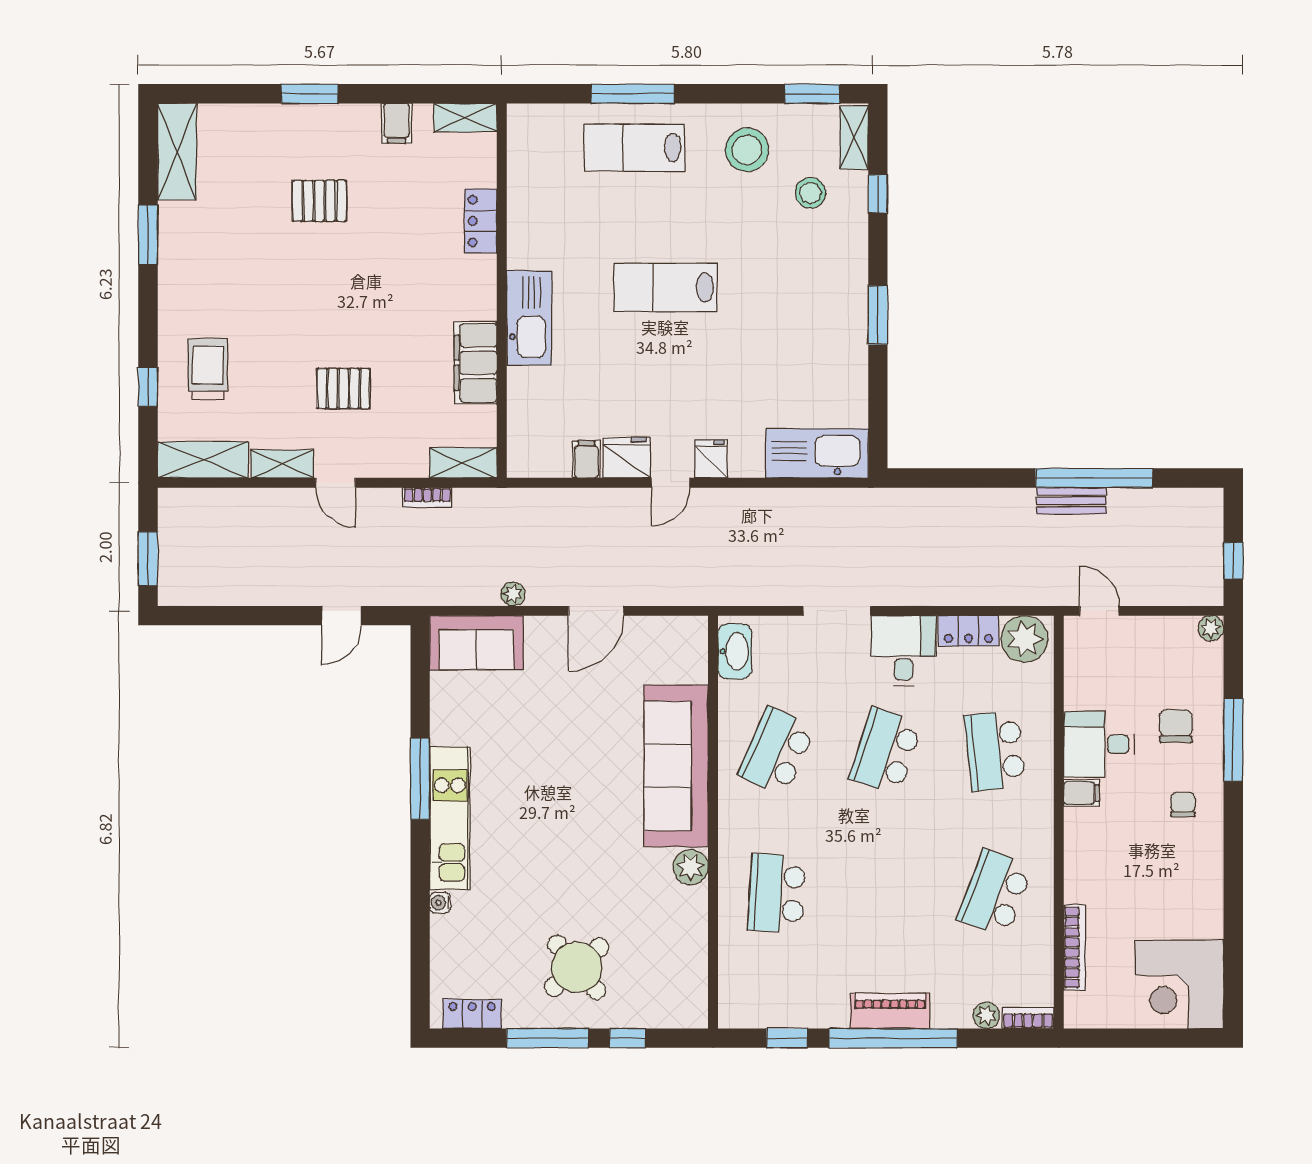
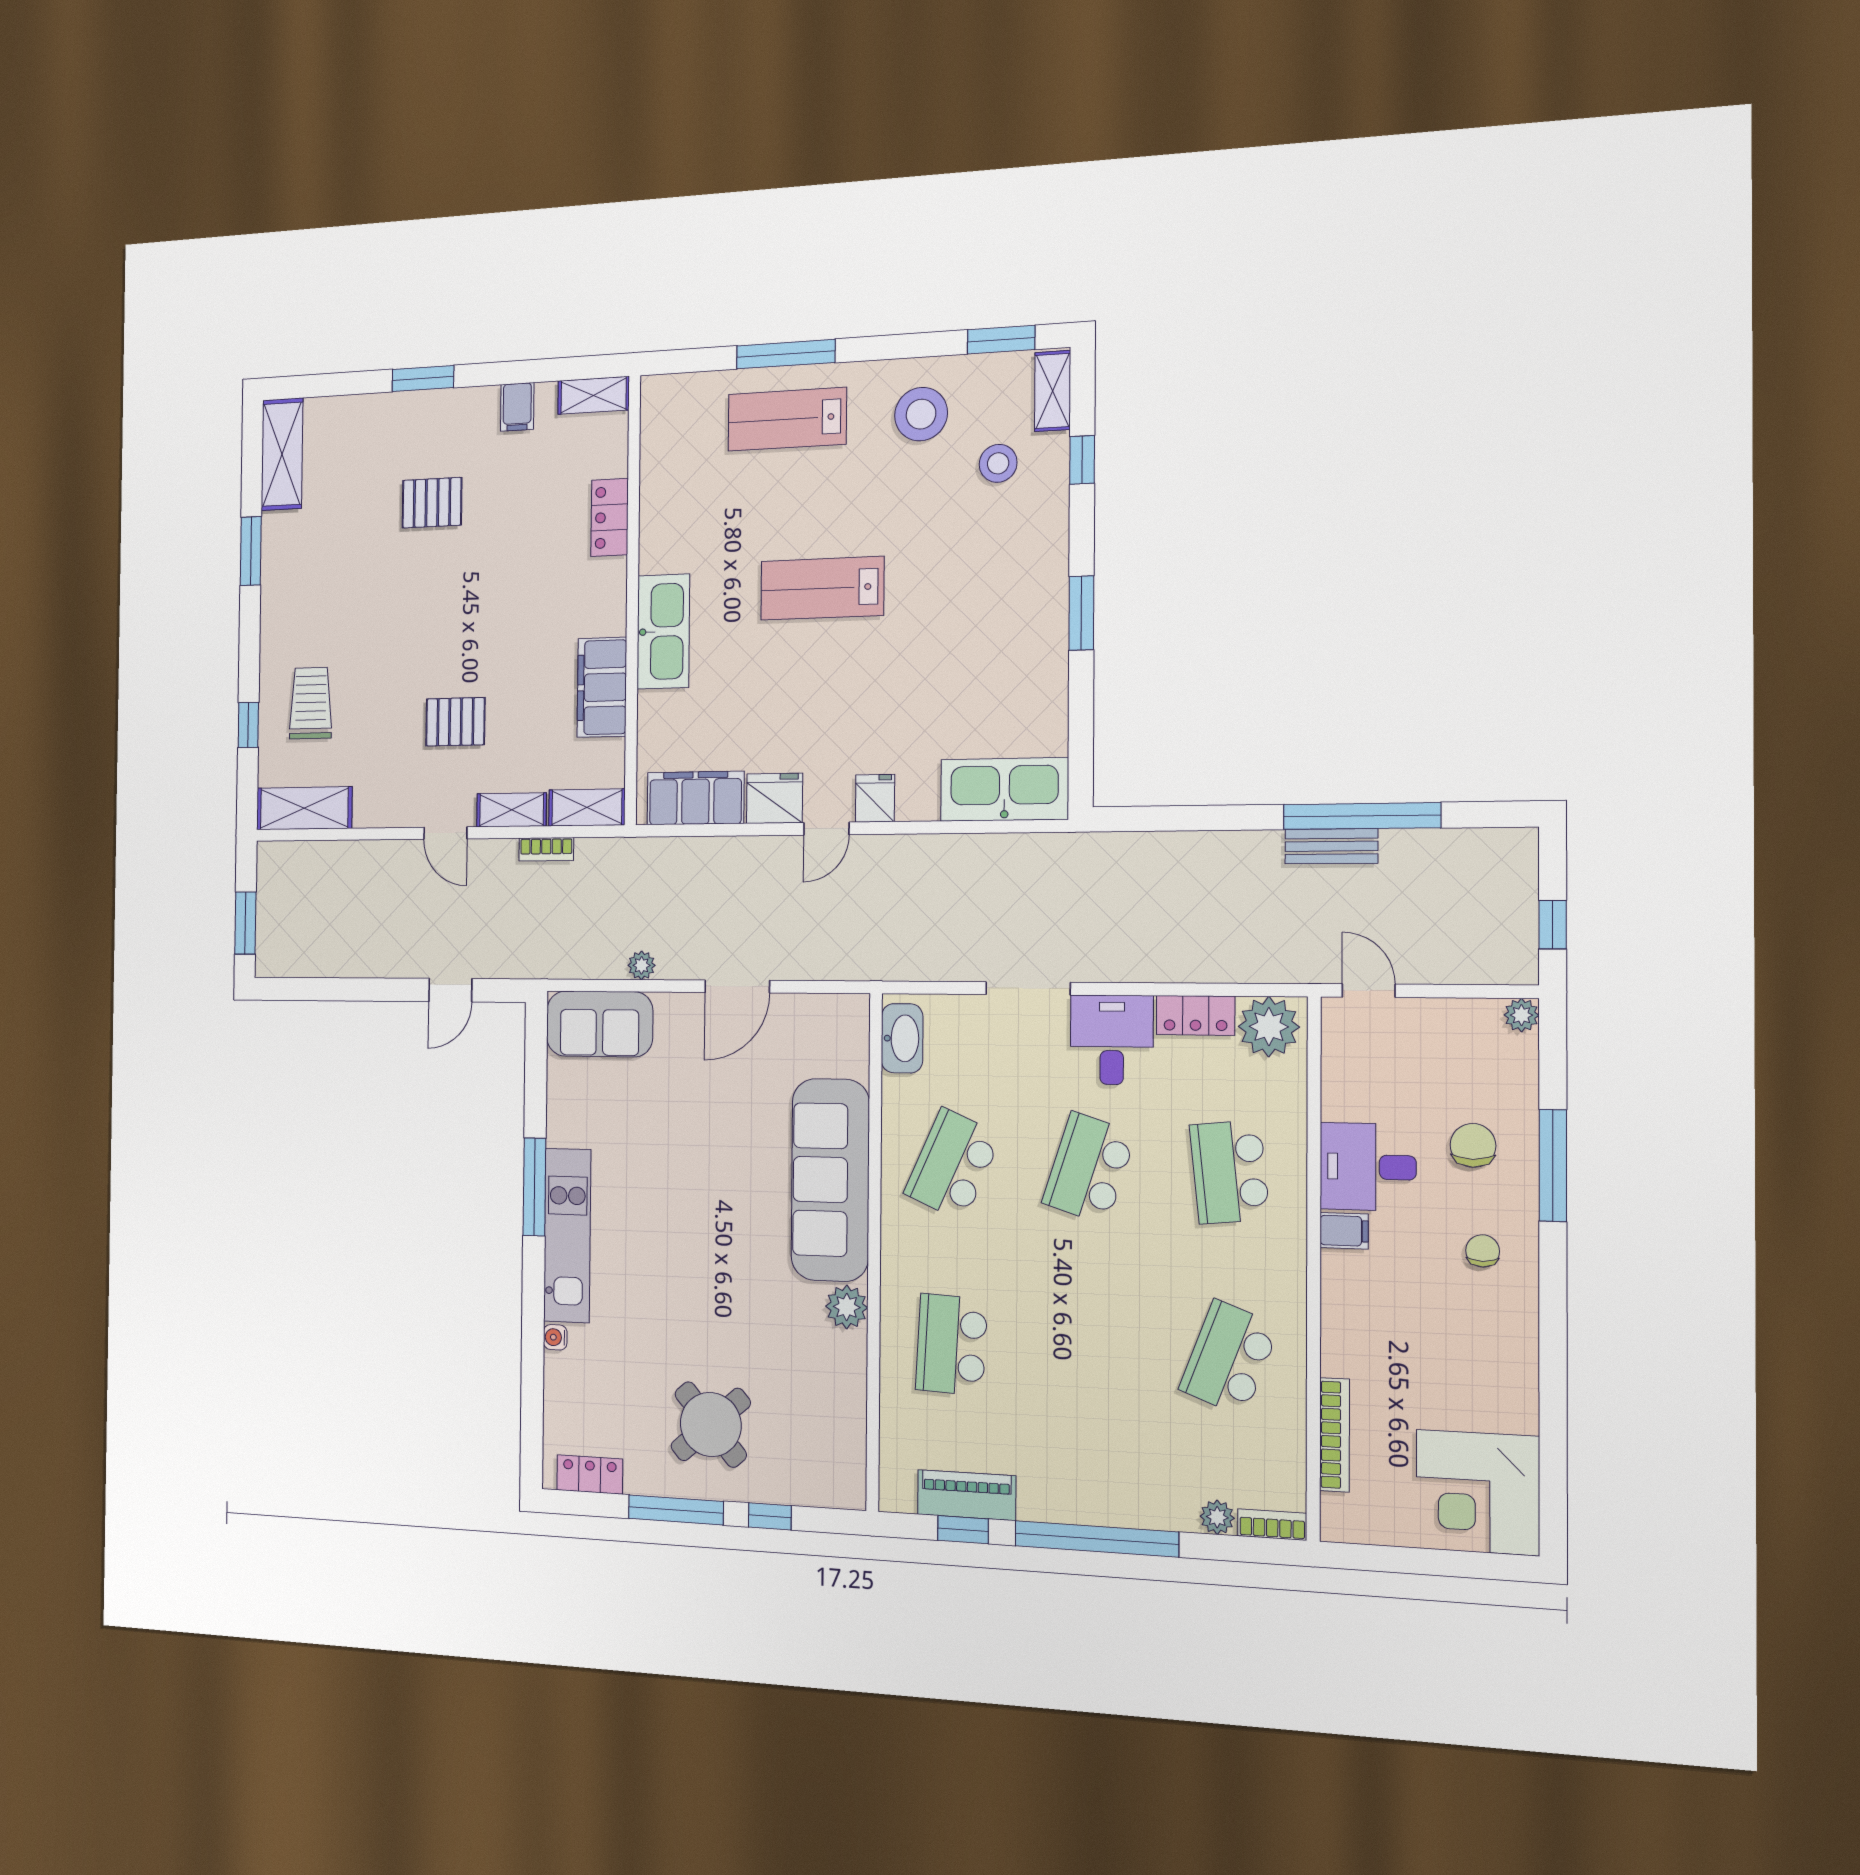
filing cabinet: (586, 459) -> (695, 798), width x3.00, depth x1.17
shelving: (282, 464) -> (512, 810), moved
piano: (890, 1011) -> (967, 1495), moved

